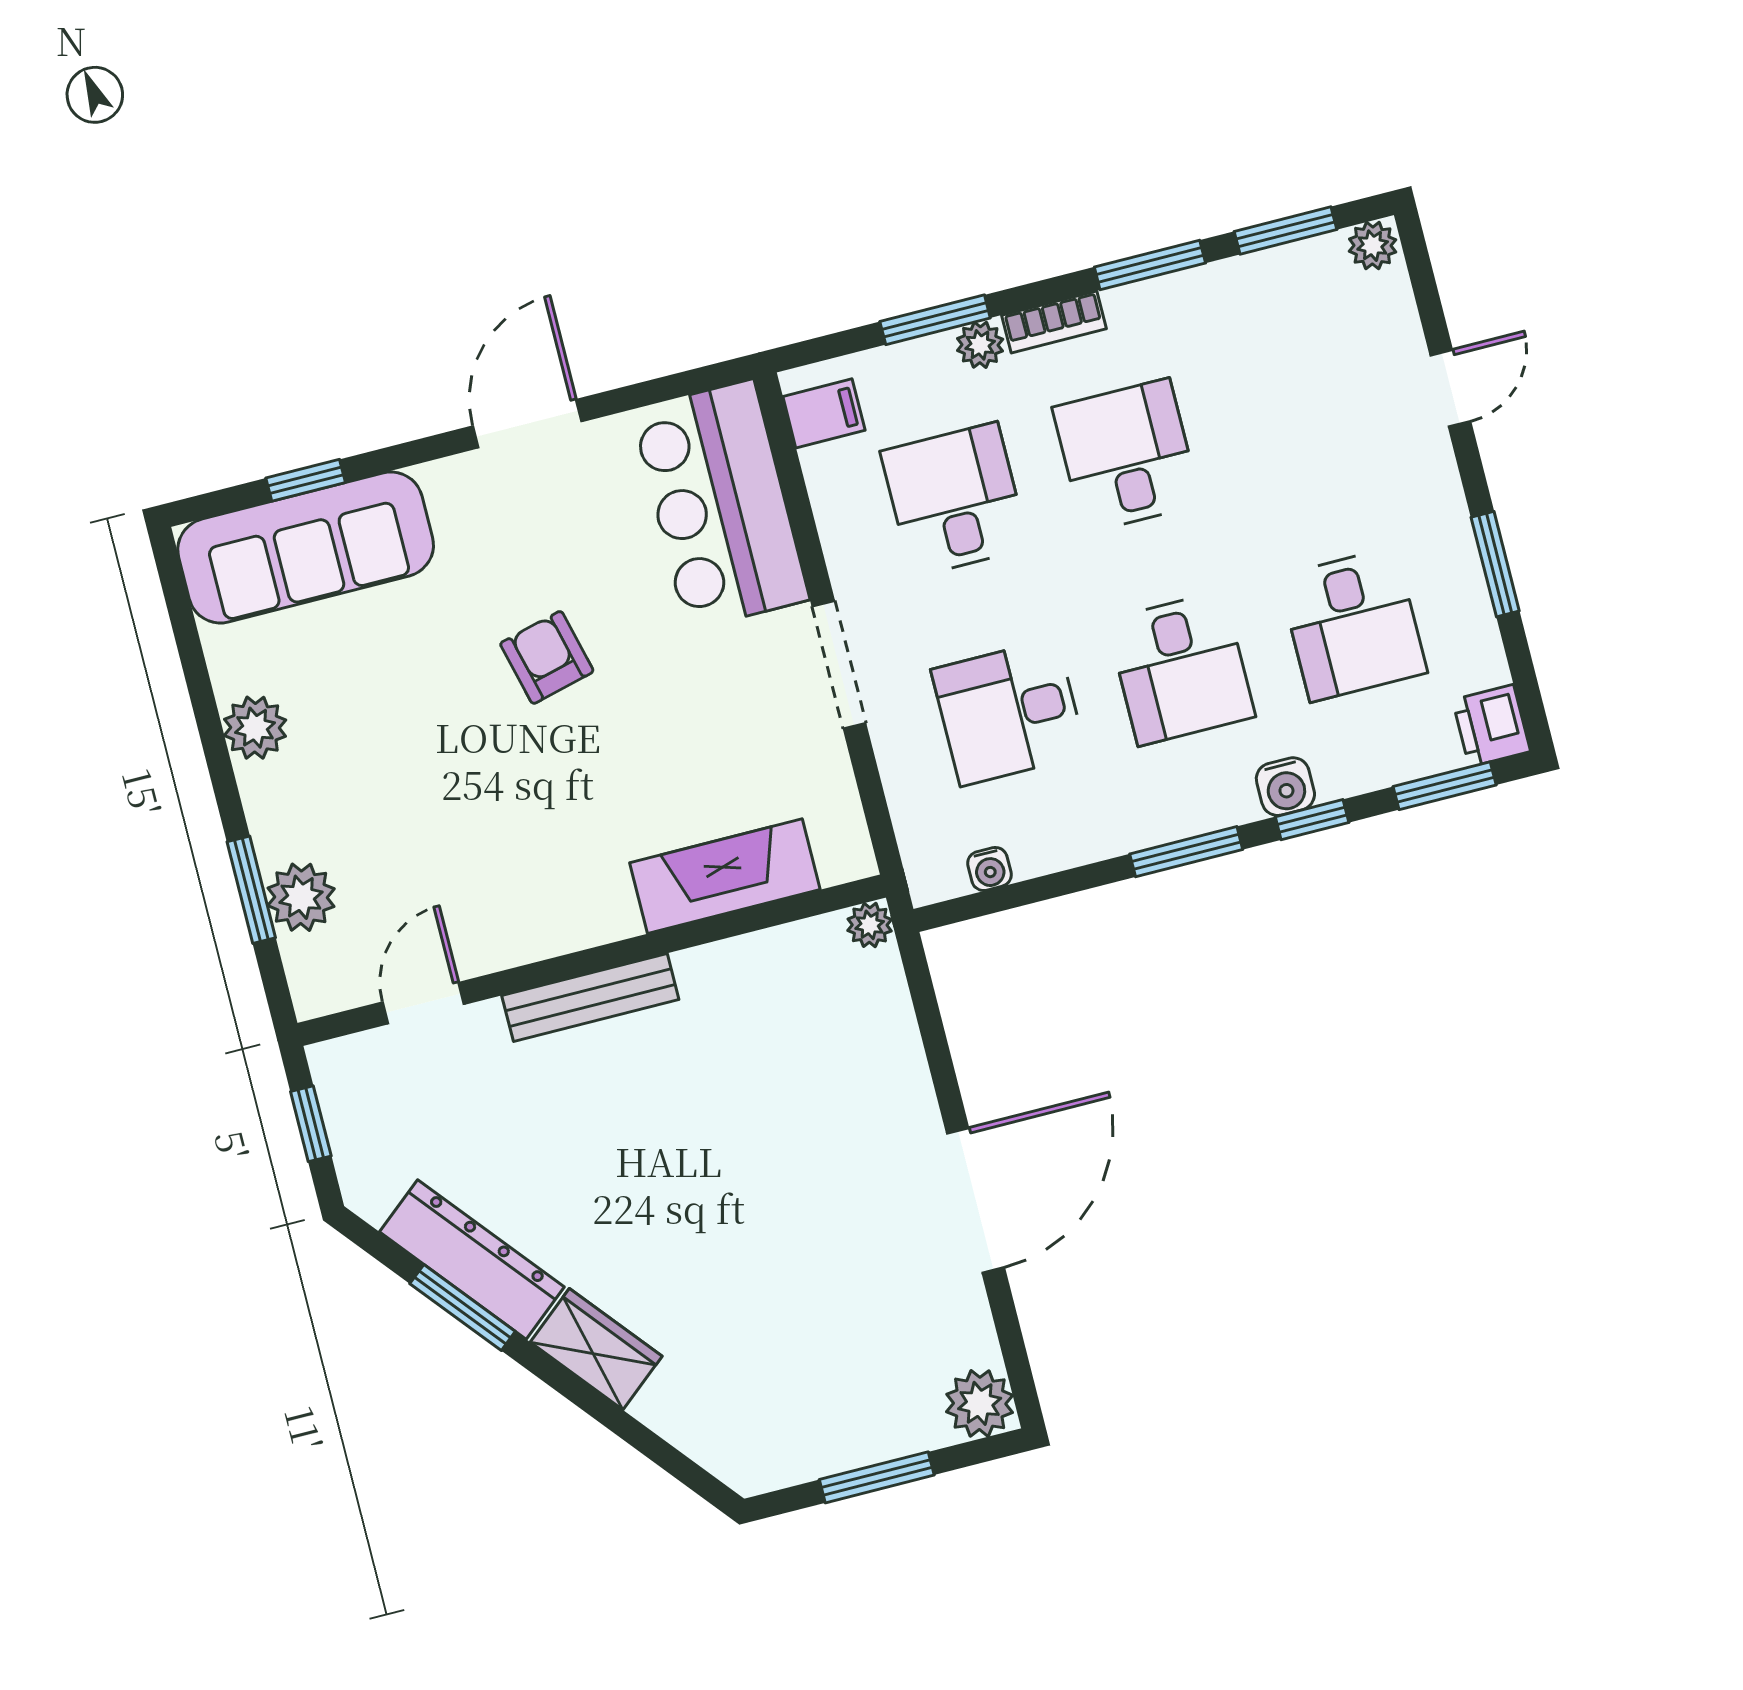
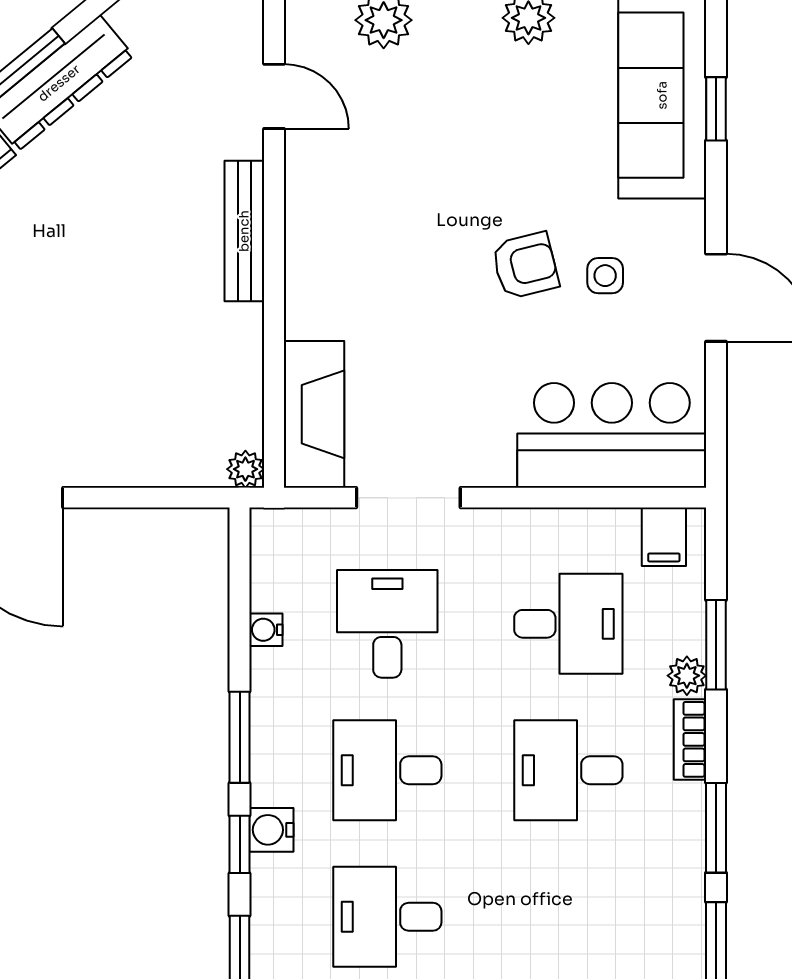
desk: (1127, 456) -> (568, 770), turned 180
side table: (535, 561) -> (605, 276), added
doorway: (839, 665) -> (408, 498), moved
water cooler: (989, 869) -> (266, 630), moved
fireplace: (725, 876) -> (314, 414), moved

